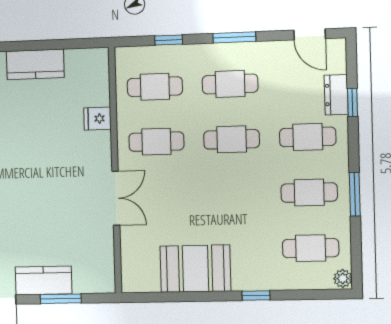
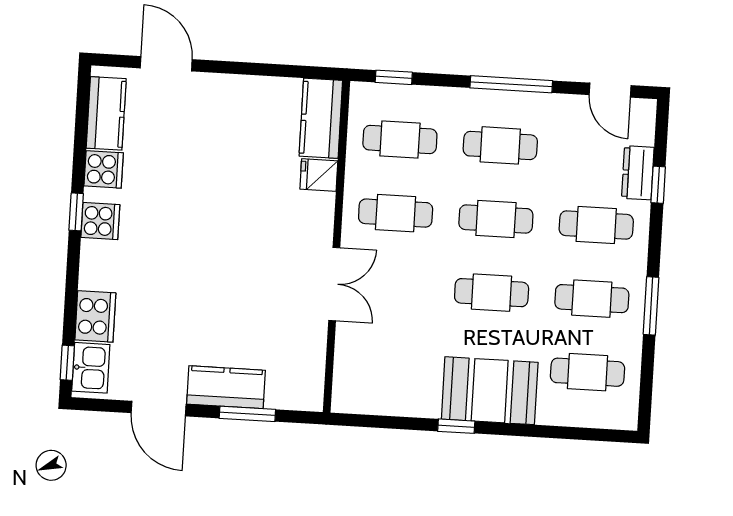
window: (234, 37) -> (511, 84), width x1.44
window: (169, 40) -> (394, 77), moved
kitchen counter: (35, 64) -> (321, 118), moved, turned 90
cafe table: (233, 195) -> (492, 293), added
booth: (195, 269) -> (490, 391), moved
plant: (343, 278) -> (626, 416), removed
window: (256, 296) -> (456, 426), moved

